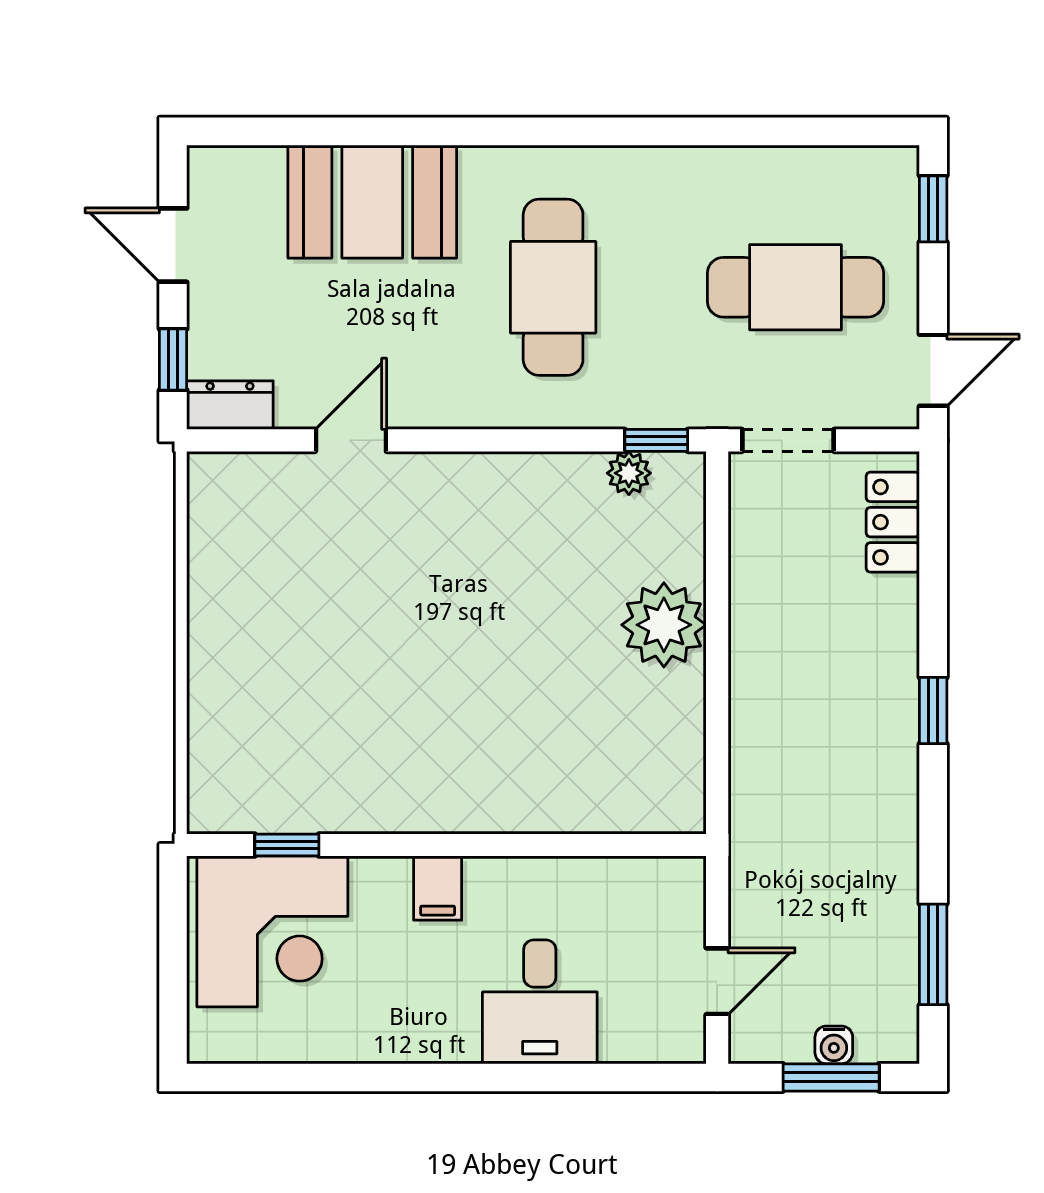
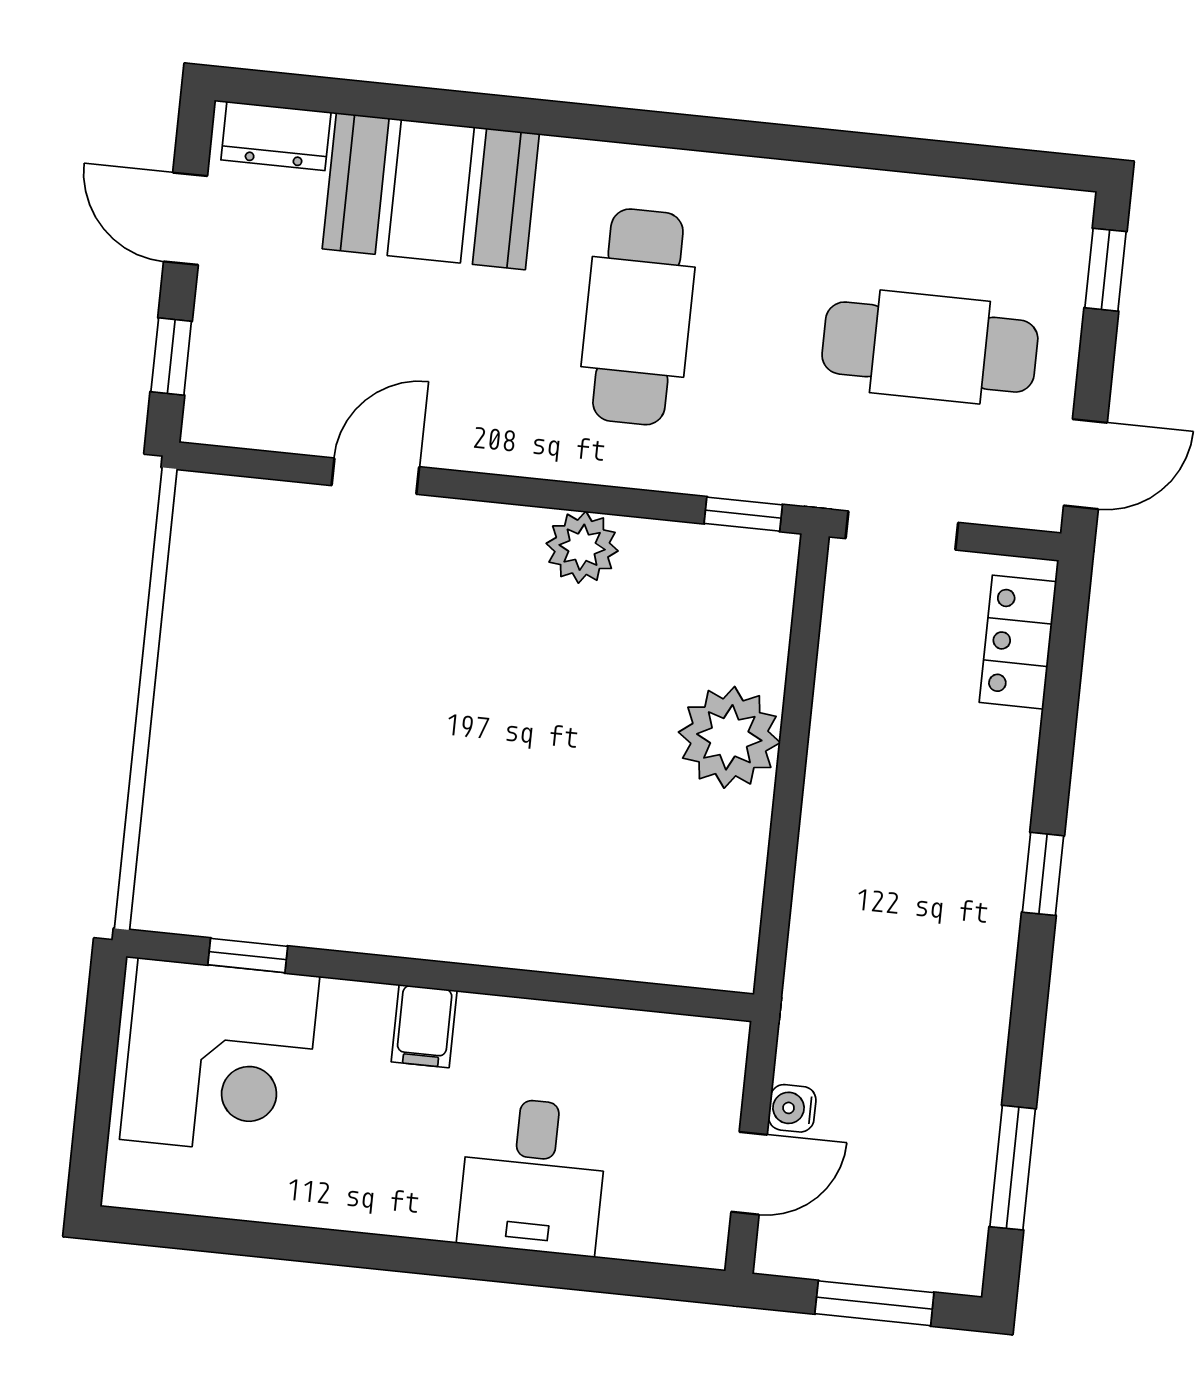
dresser: (230, 405) -> (276, 136), moved, turned 180
plant: (629, 473) -> (582, 547), moved, width x1.38, depth x1.38
water cooler: (834, 1045) -> (792, 1108), moved, turned 90

